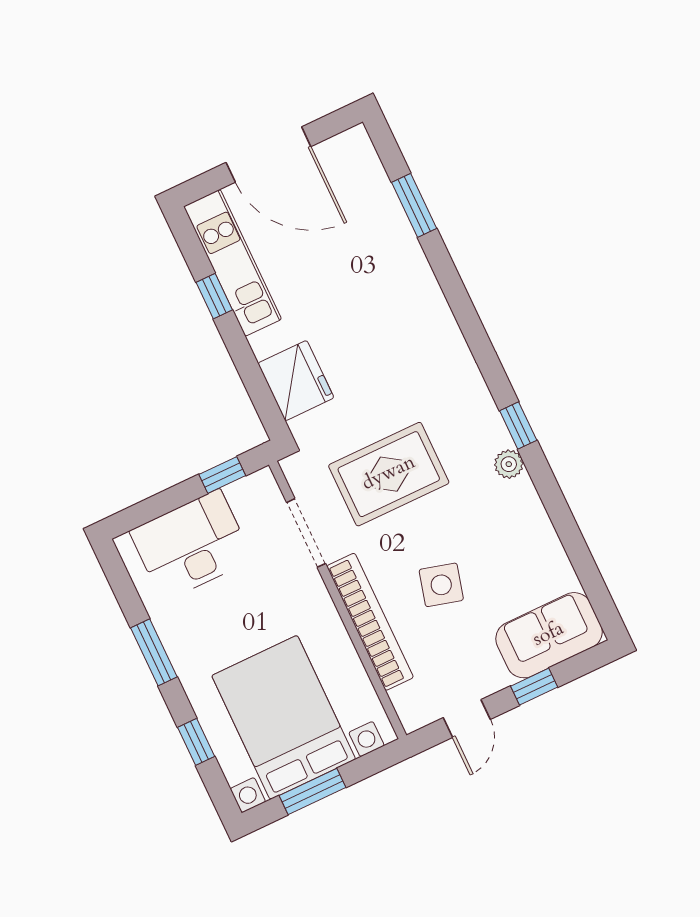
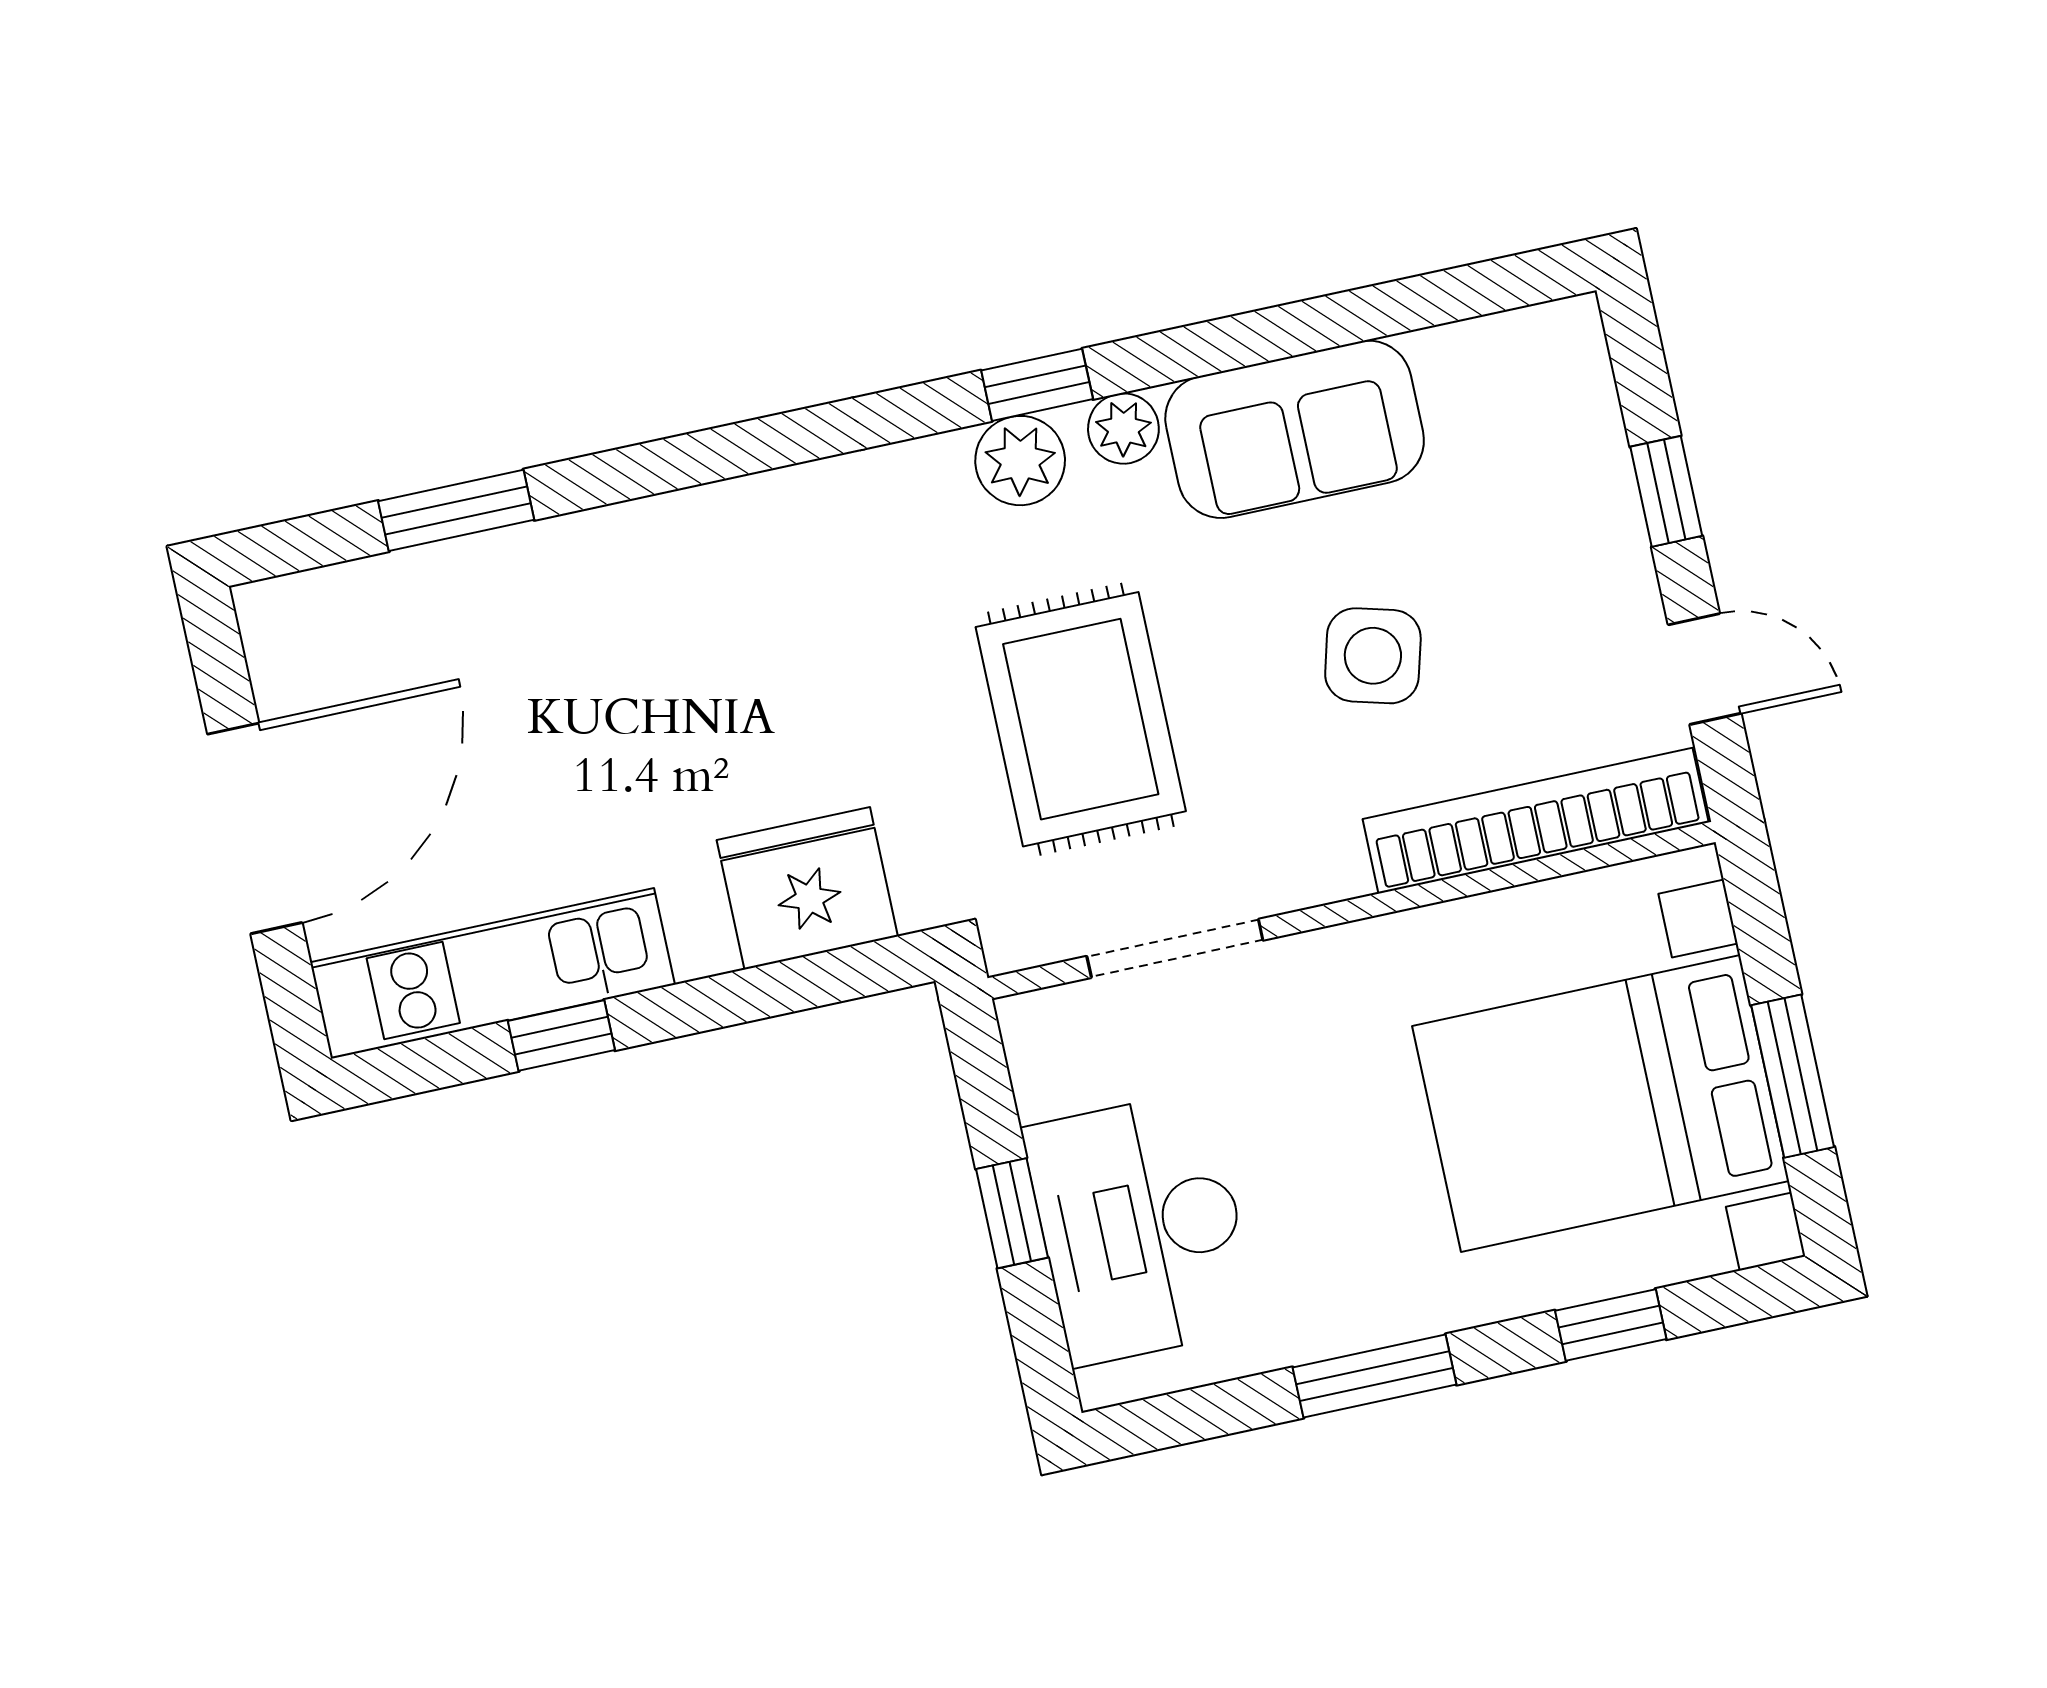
plant: (486, 426) -> (1020, 461), added
window: (222, 475) -> (1012, 1213), moved
bookcase: (370, 622) -> (1536, 821), moved
sofa: (549, 635) -> (1295, 429), moved, turned -90

